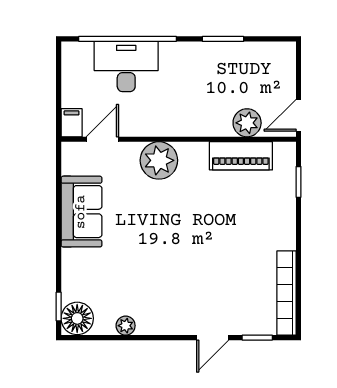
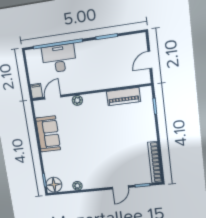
door: (298, 115) -> (150, 60), moved
plant: (247, 123) -> (125, 79), removed
plant: (159, 160) -> (77, 100), width x0.53, depth x0.53

